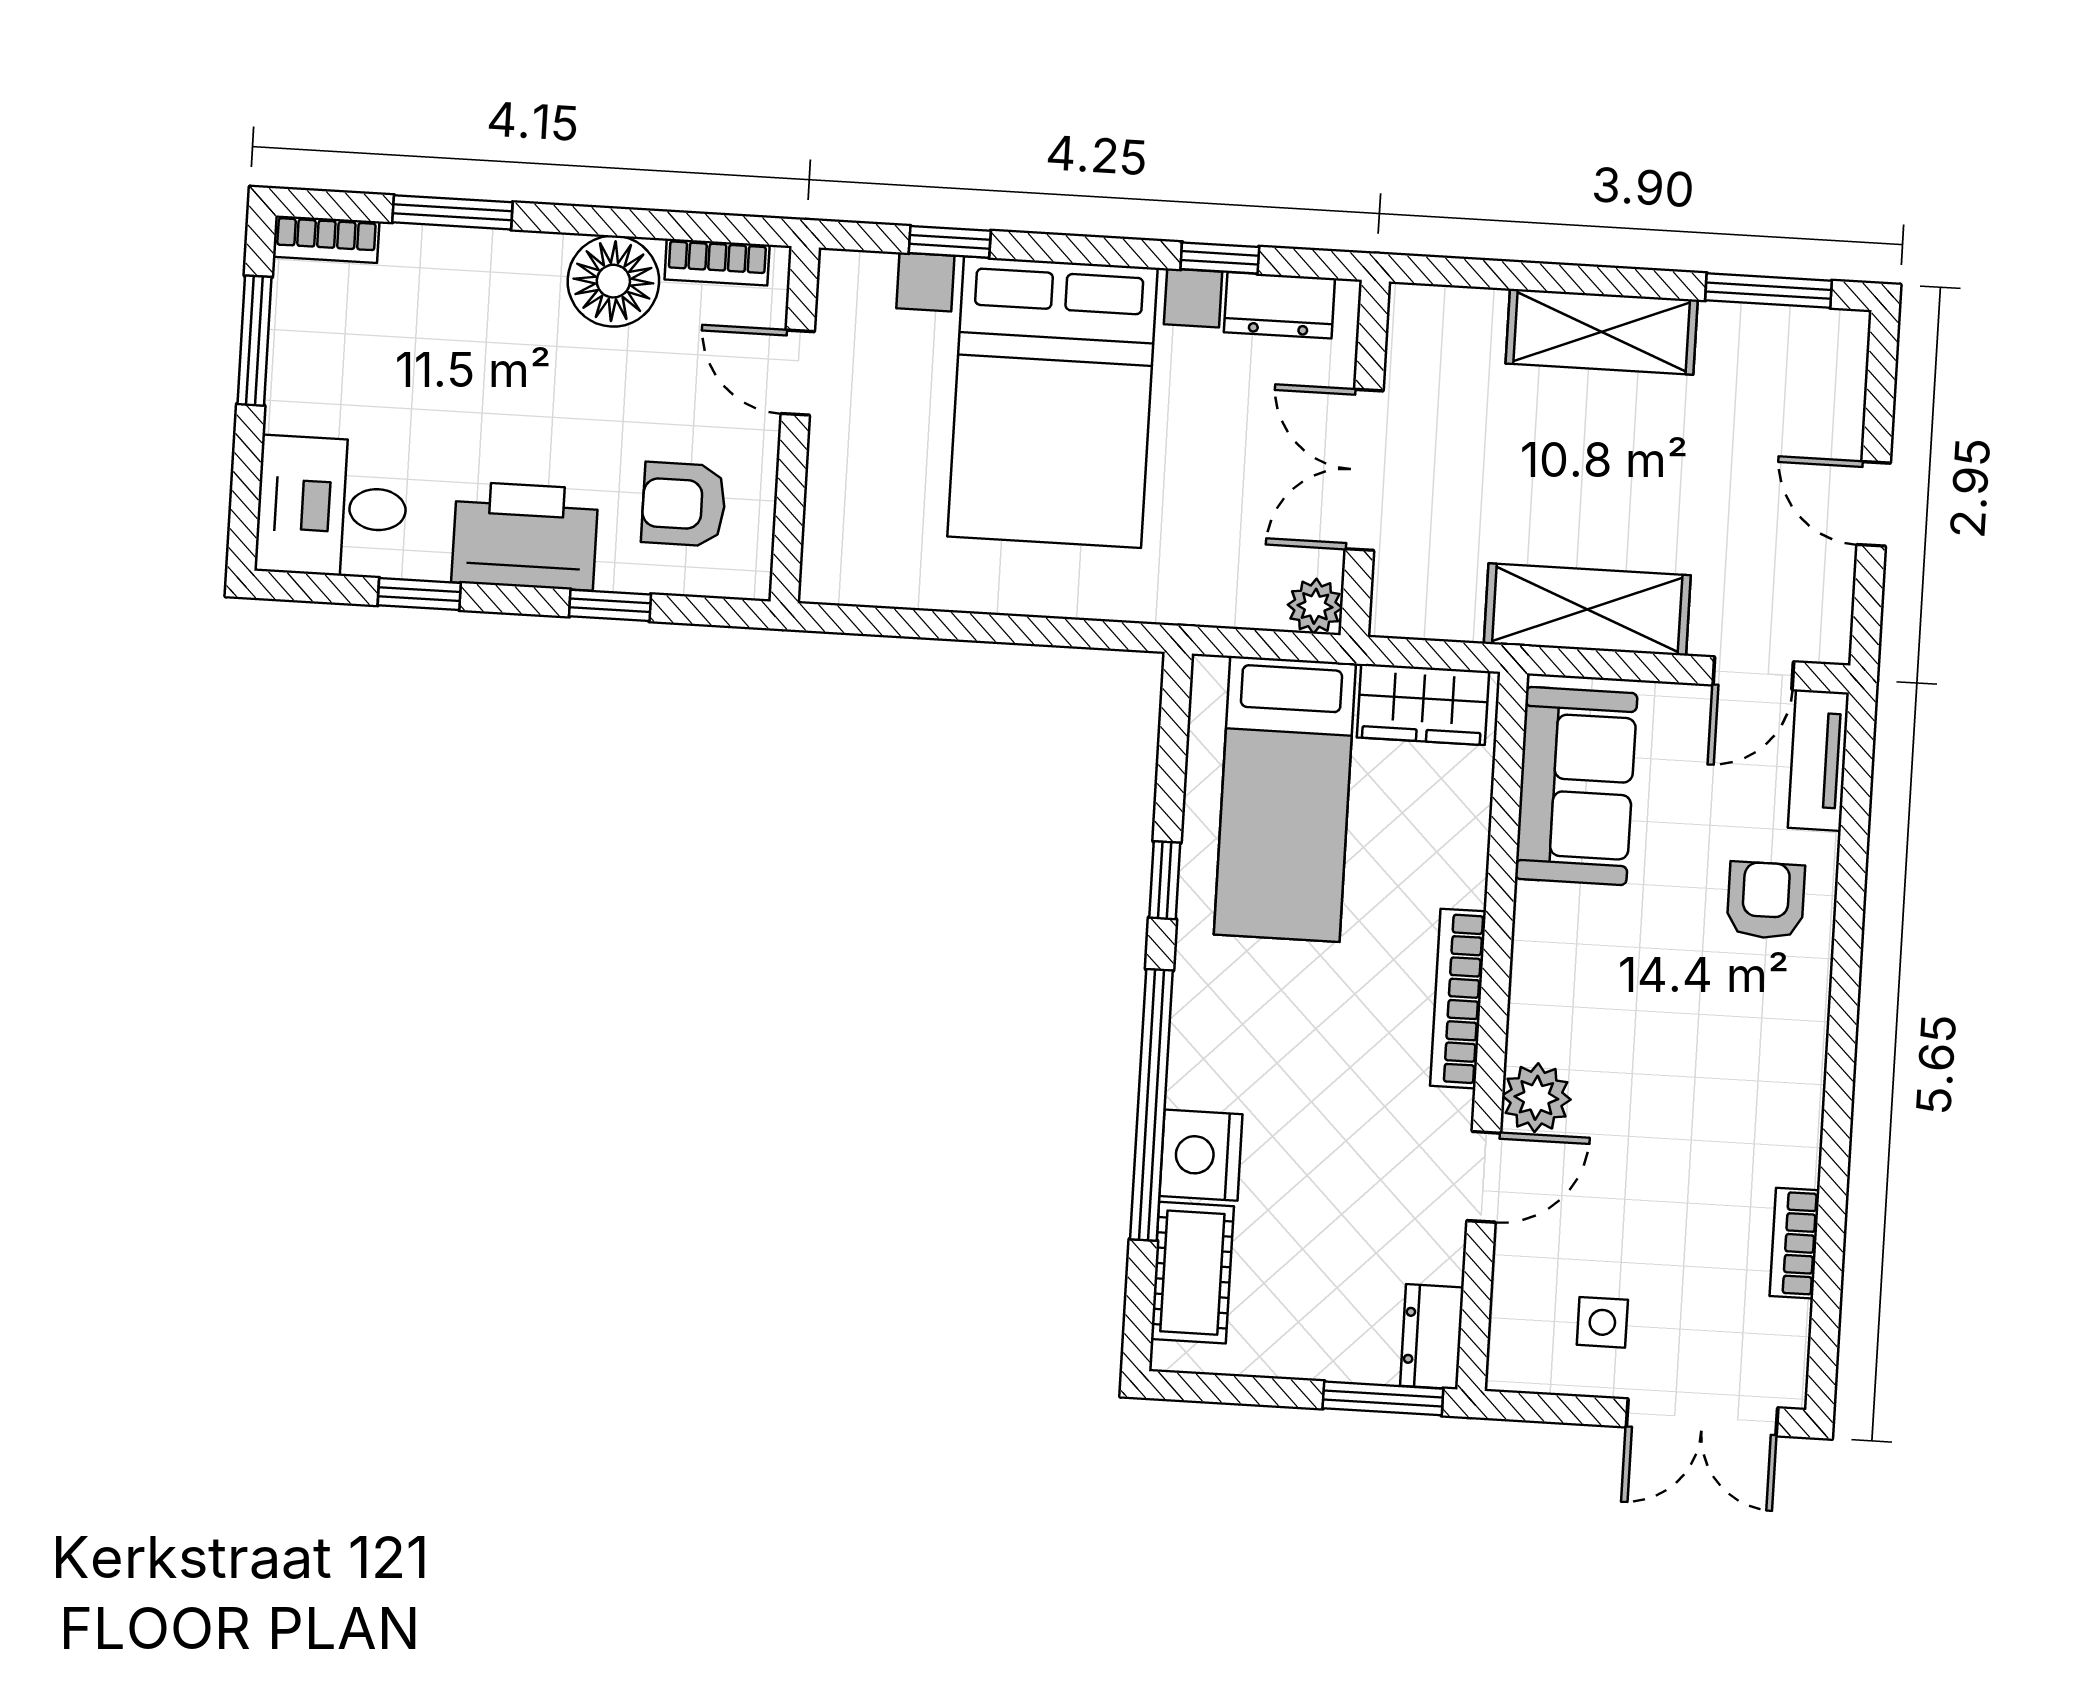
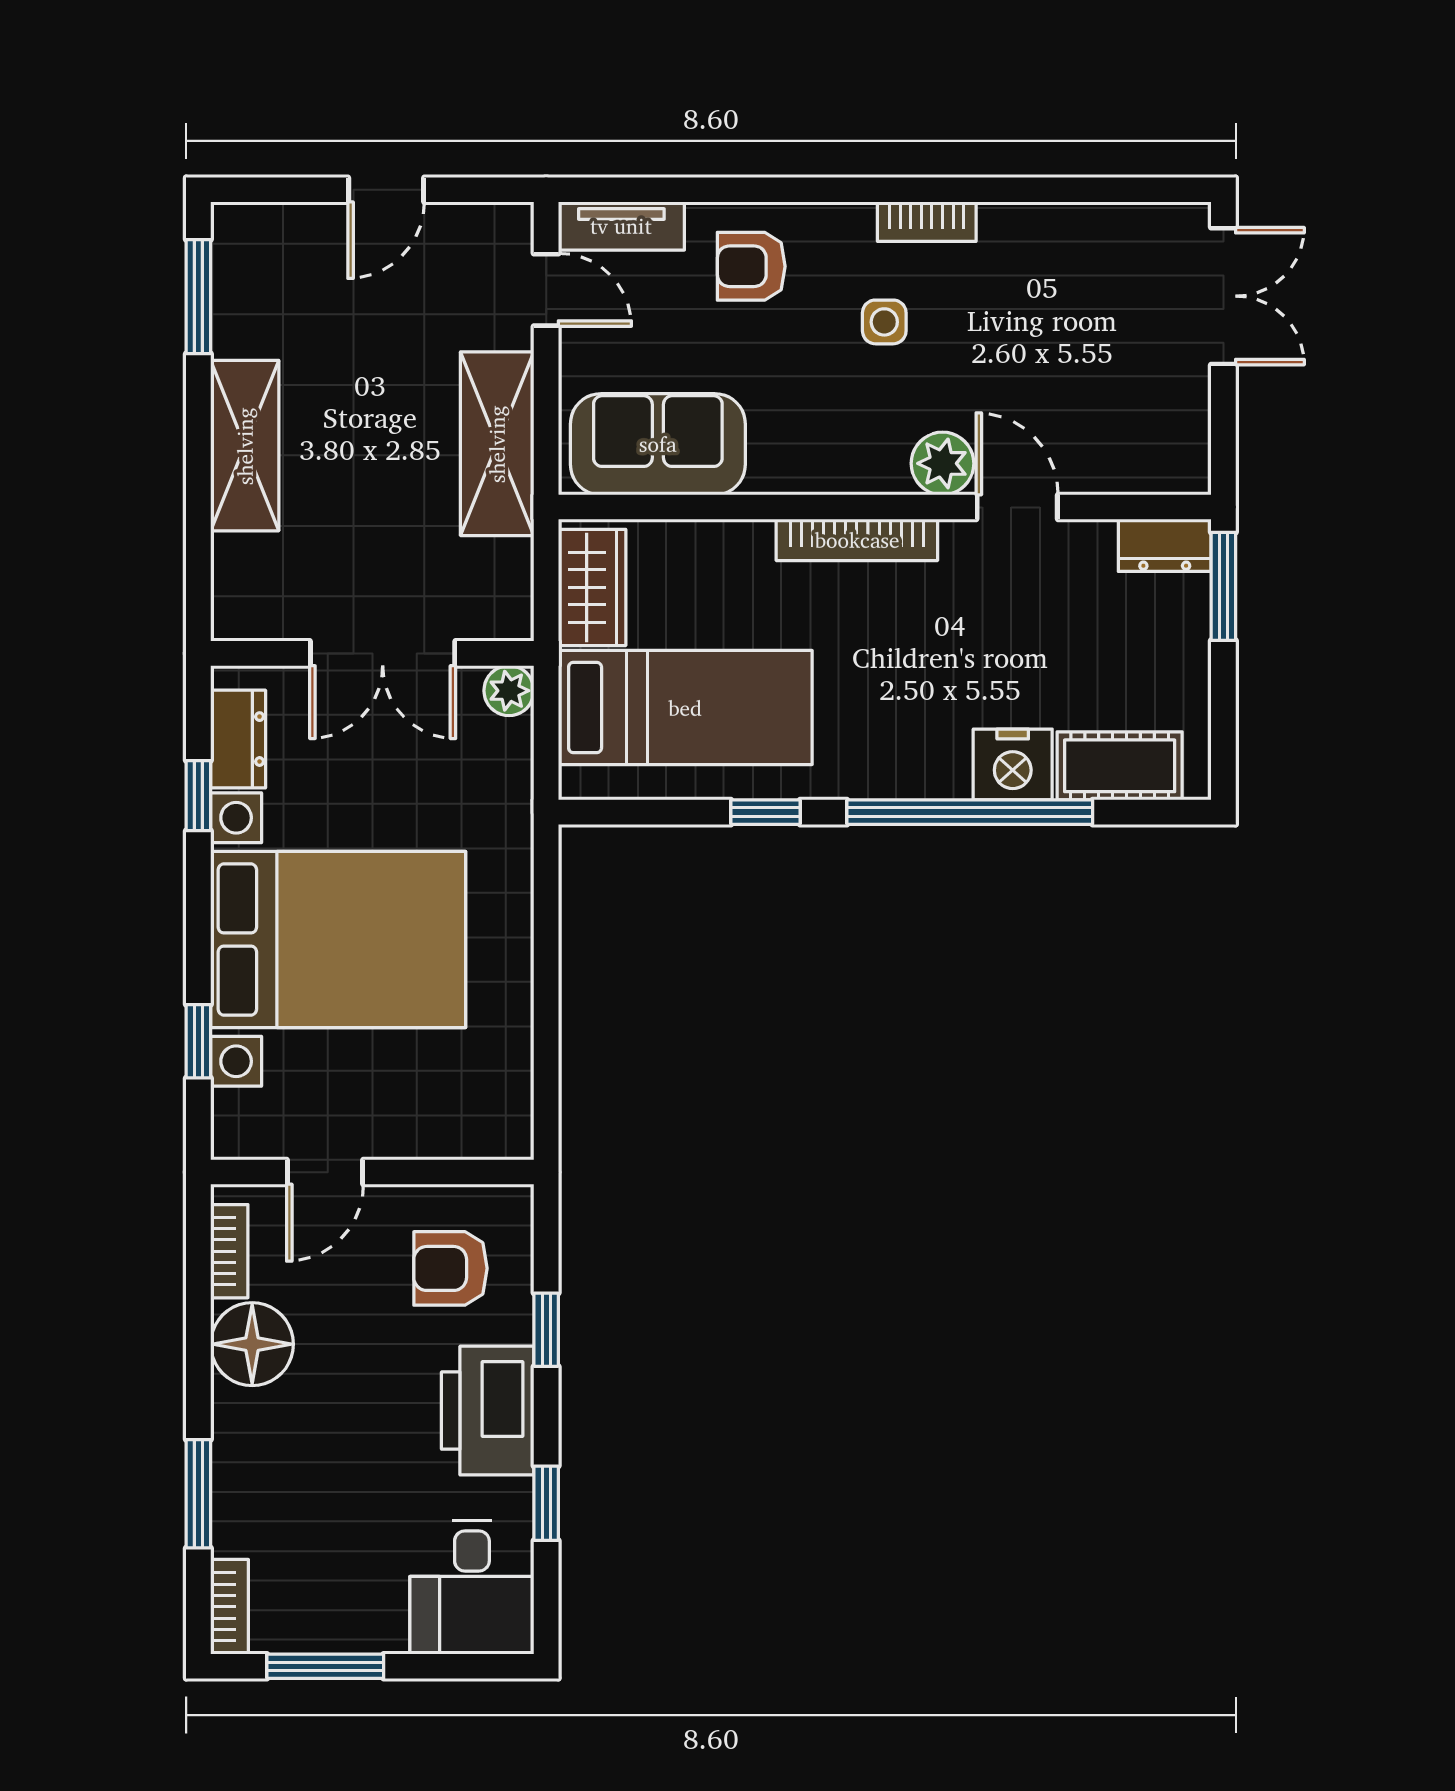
armchair: (684, 504) -> (450, 1268), turned 90
bookcase: (1794, 1243) -> (927, 222), moved
side table: (1602, 1322) -> (884, 322), moved

